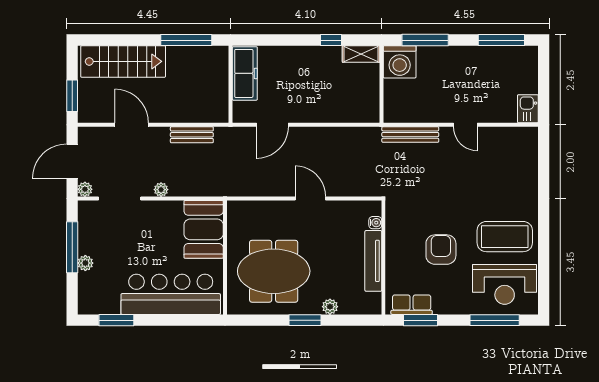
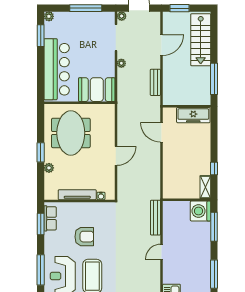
plant: (85, 263) -> (49, 16), moved

